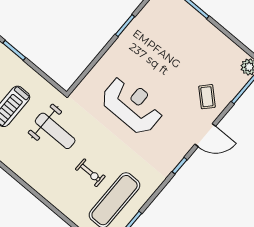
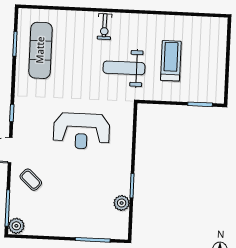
plant: (145, 18) -> (122, 203), added
exercise bike: (90, 173) -> (105, 27), moved, turned -89

